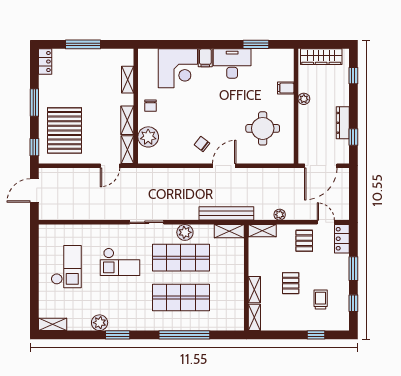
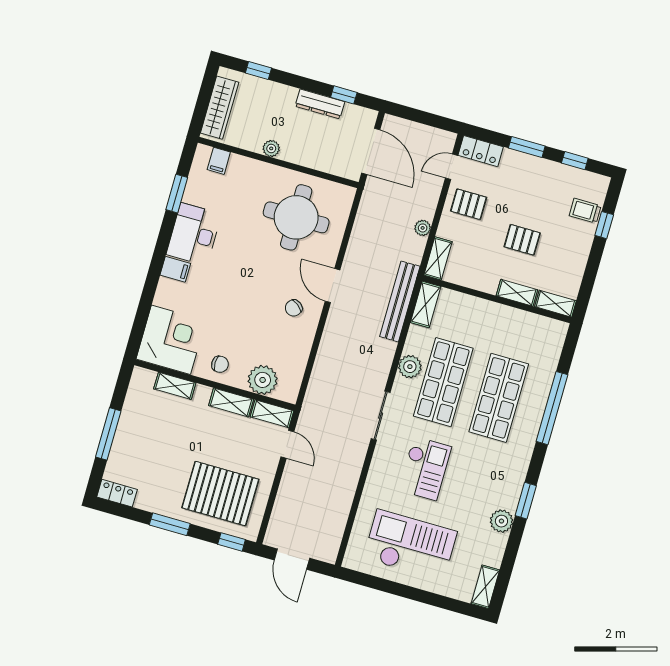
corner desk: (178, 68) -> (171, 340), moved
filing cabinet: (286, 88) -> (219, 161), moved
round table: (263, 128) -> (296, 217), width x1.36, depth x1.36
checkout: (66, 267) -> (410, 545), width x1.36, depth x1.21
trolley: (321, 300) -> (585, 211), moved

